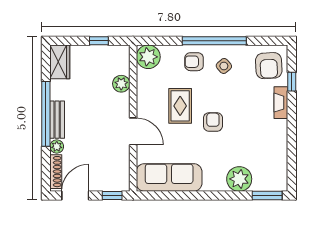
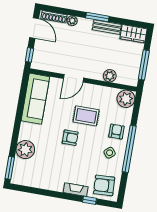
window: (99, 41) -> (144, 65), width x2.17
window: (46, 114) -> (97, 17), width x0.47
bench: (57, 120) -> (107, 27), moved

